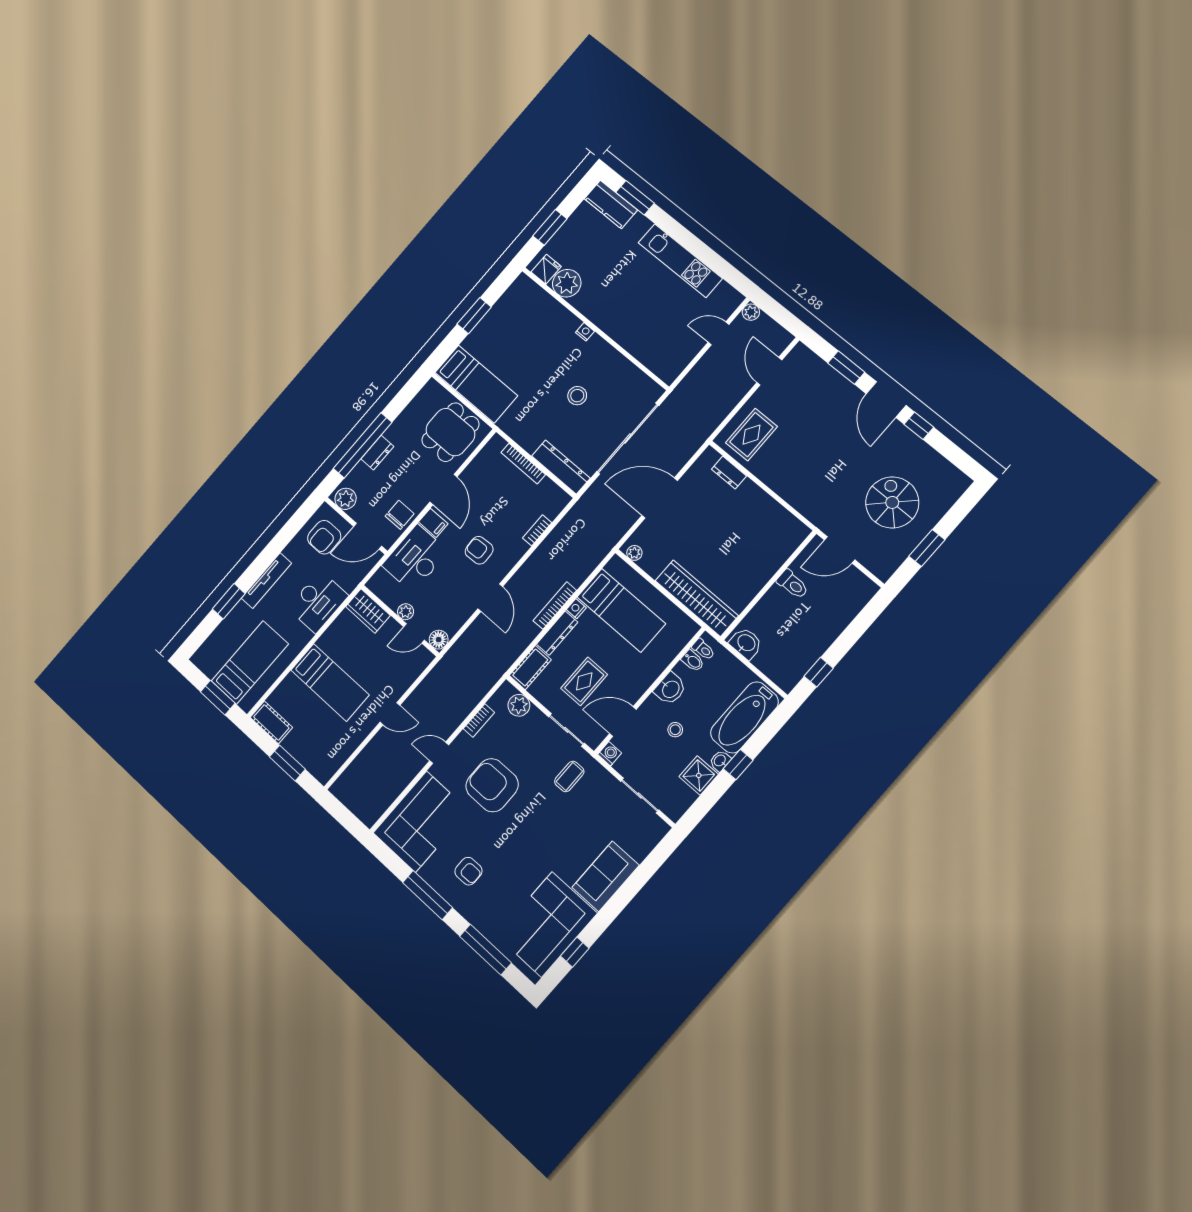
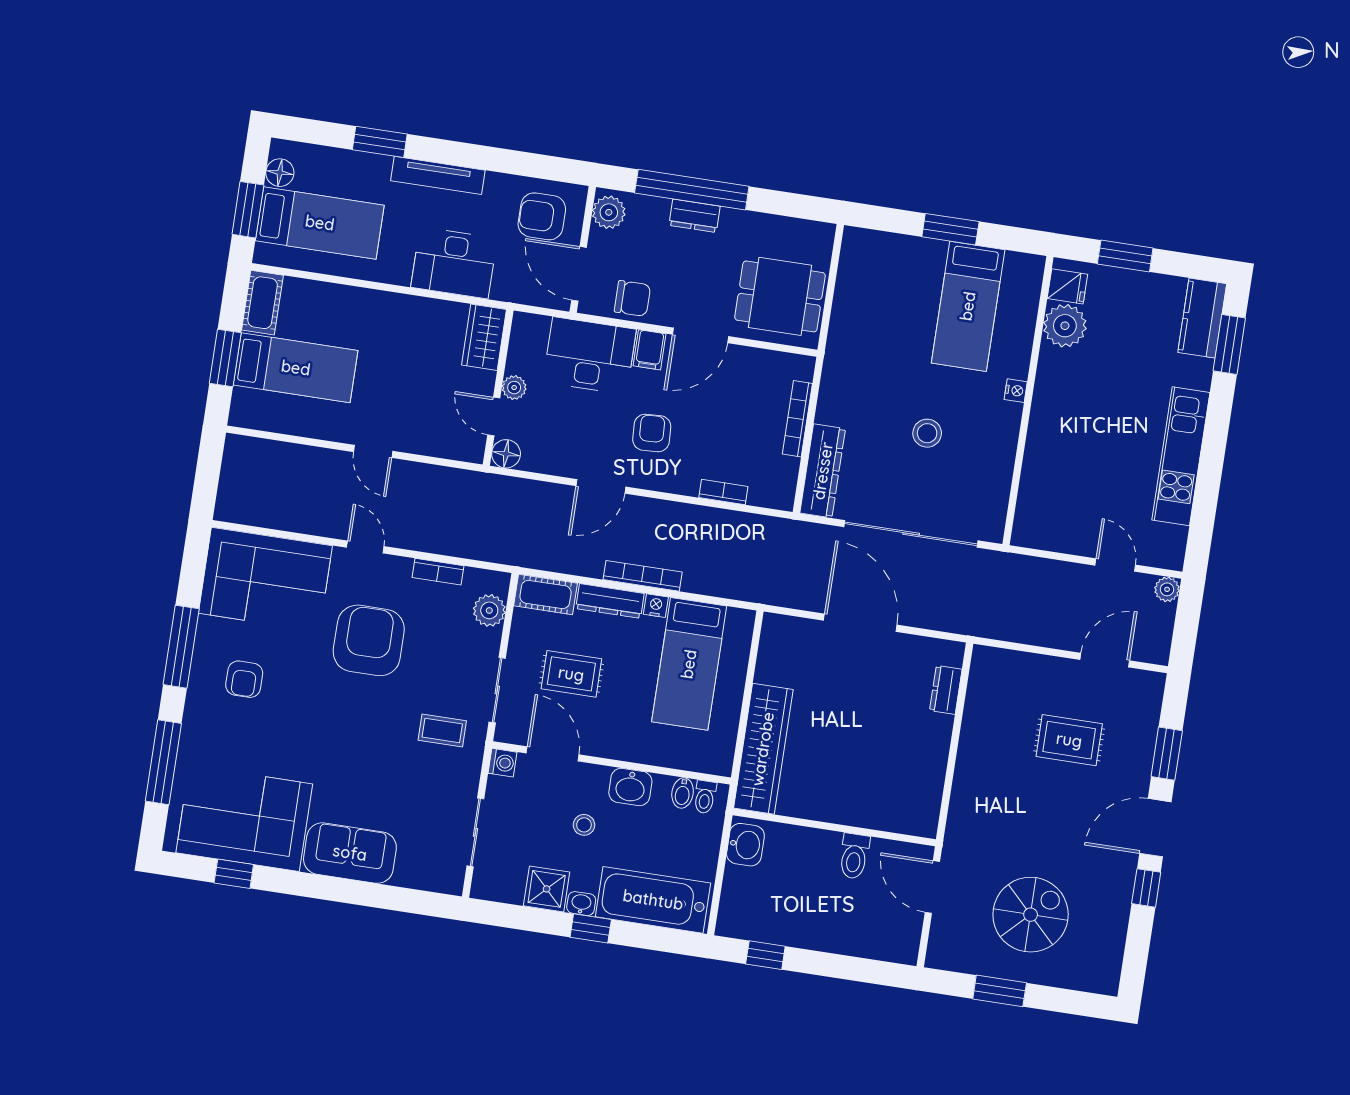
bed: (476, 384) -> (968, 306), moved
rug: (751, 435) -> (1069, 740), moved
plant: (634, 553) -> (771, 635), removed
floor lamp: (210, 667) -> (280, 173), added
bed: (330, 682) -> (296, 368), moved, turned -90

